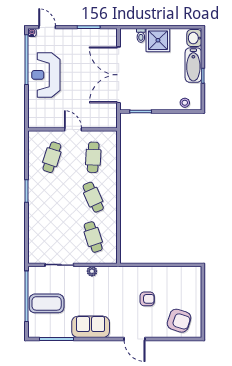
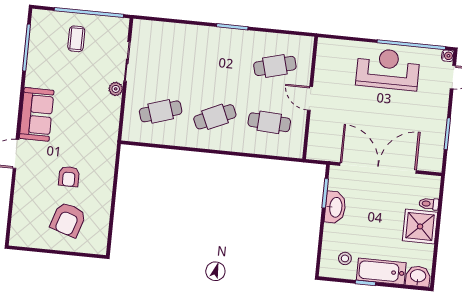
washbasin: (150, 103) -> (335, 207), added
stool: (185, 103) -> (345, 258), moved
door: (73, 129) -> (310, 98), swing flipped
cafe table: (52, 157) -> (275, 66), turned -33
plant: (92, 271) -> (116, 89), moved
coffee table: (47, 303) -> (76, 39), width x0.54, depth x0.58
armchair: (179, 321) -> (68, 220), moved
sofa: (91, 327) -> (37, 114), moved

